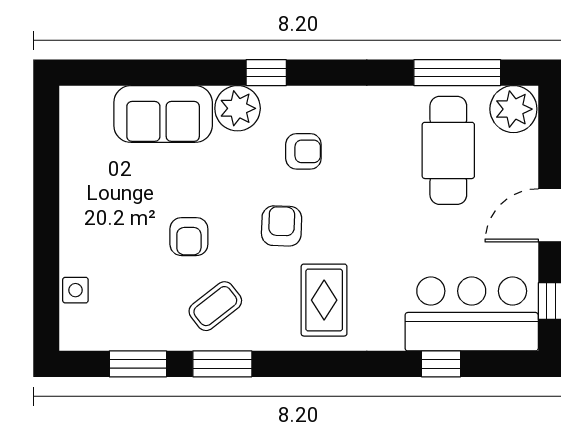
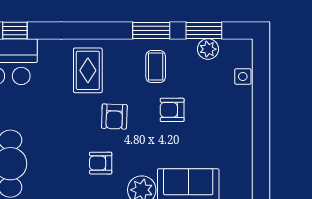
armchair: (189, 237) -> (172, 110), turned -90
coffee table: (215, 306) -> (156, 67), turned -52
plant: (131, 334) -> (208, 49), added

